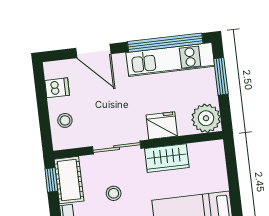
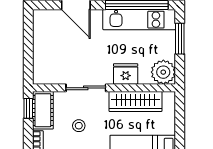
dishwasher: (57, 88) -> (42, 32), removed
stool: (65, 120) -> (45, 60), removed
wardrobe: (167, 158) -> (135, 101), width x1.50

